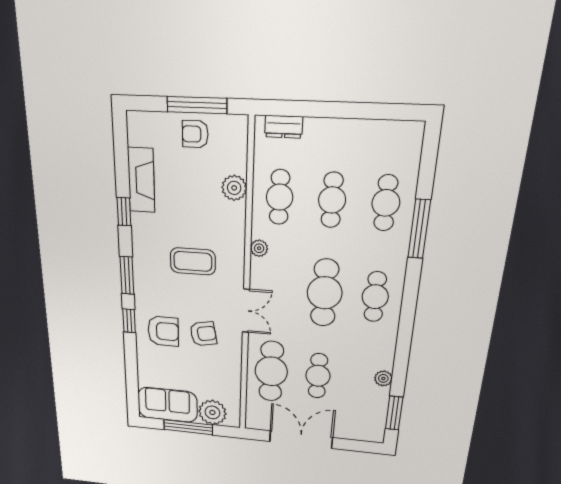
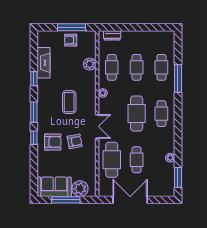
coffee table: (193, 261) -> (69, 102), turned 90

